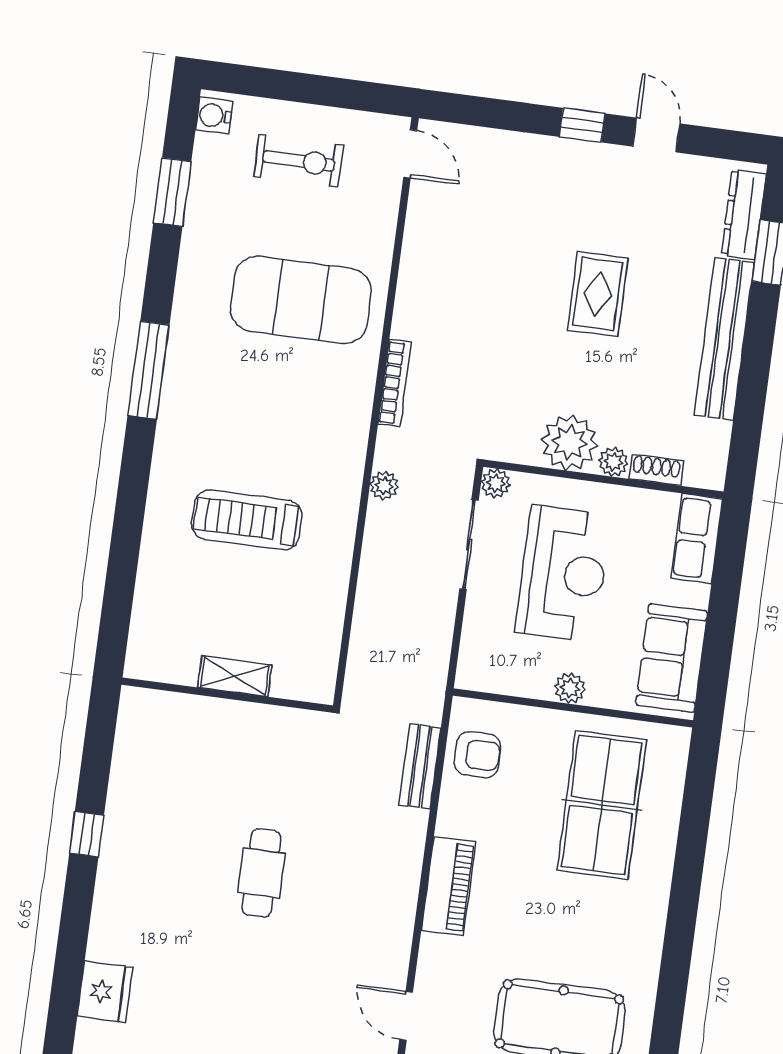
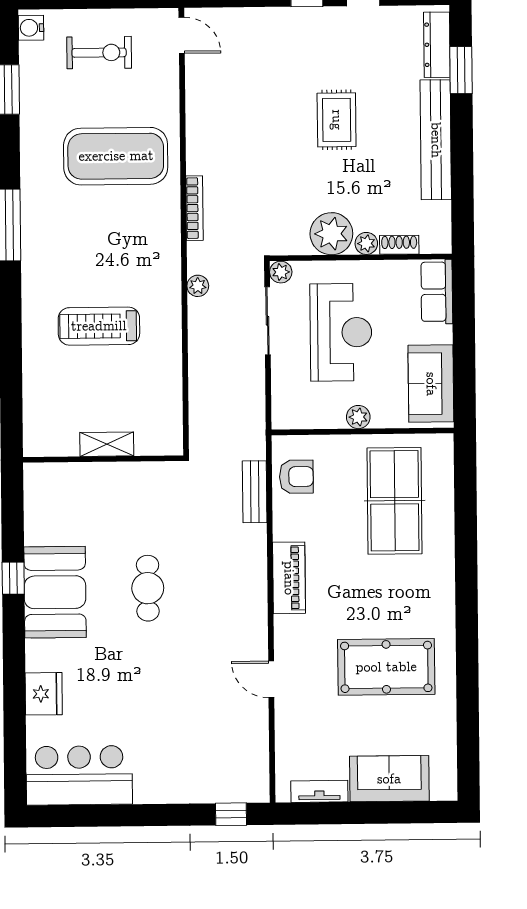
booth: (139, 861) -> (55, 592), added

